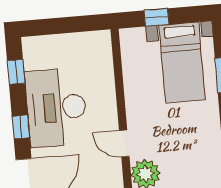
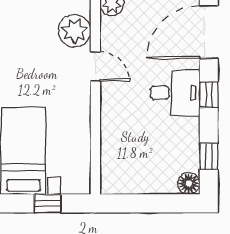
floor lamp: (32, 46) -> (189, 183), added
desk: (56, 108) -> (175, 93), width x0.53, depth x0.77

